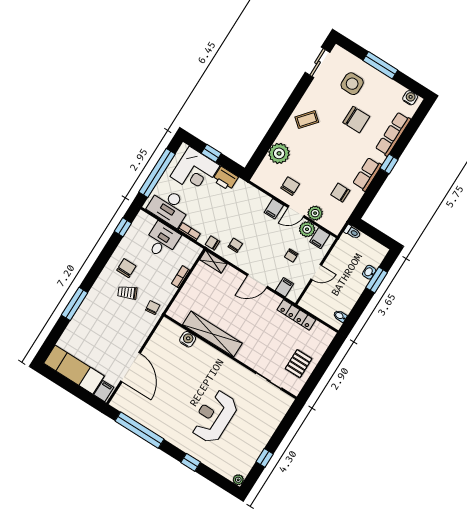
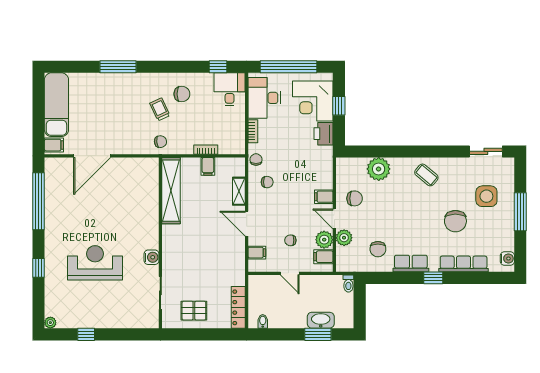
chair: (340, 193) -> (378, 249), turned 180
desk: (162, 240) -> (230, 89), moved, turned -90
shelving: (213, 262) -> (239, 191), moved
washbasin: (369, 272) -> (321, 320), width x1.91, depth x1.45
filing cabinet: (194, 283) -> (208, 166), added
locker: (296, 315) -> (238, 307), moved
shelving: (212, 334) -> (171, 191), moved
water cooler: (188, 339) -> (152, 257), moved

